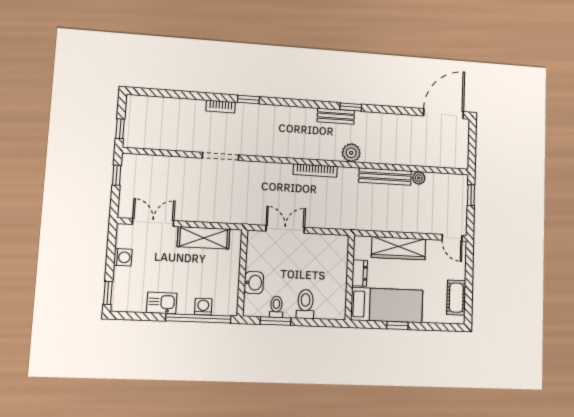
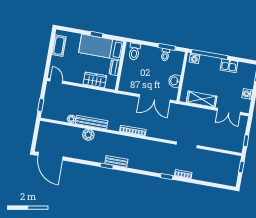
door: (444, 114) -> (50, 156), hinge flipped
plant: (351, 153) -> (88, 135), moved
double door: (285, 229) -> (155, 98), width x1.37
wardrobe: (398, 248) -> (95, 80), width x0.67
washbasin: (254, 283) -> (174, 81), moved
toilet: (305, 304) -> (134, 52), moved
washing machine: (203, 307) -> (194, 58), moved

